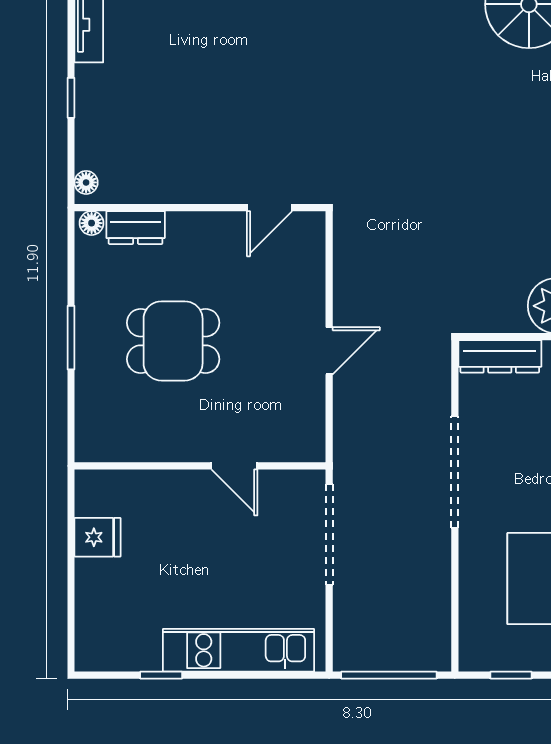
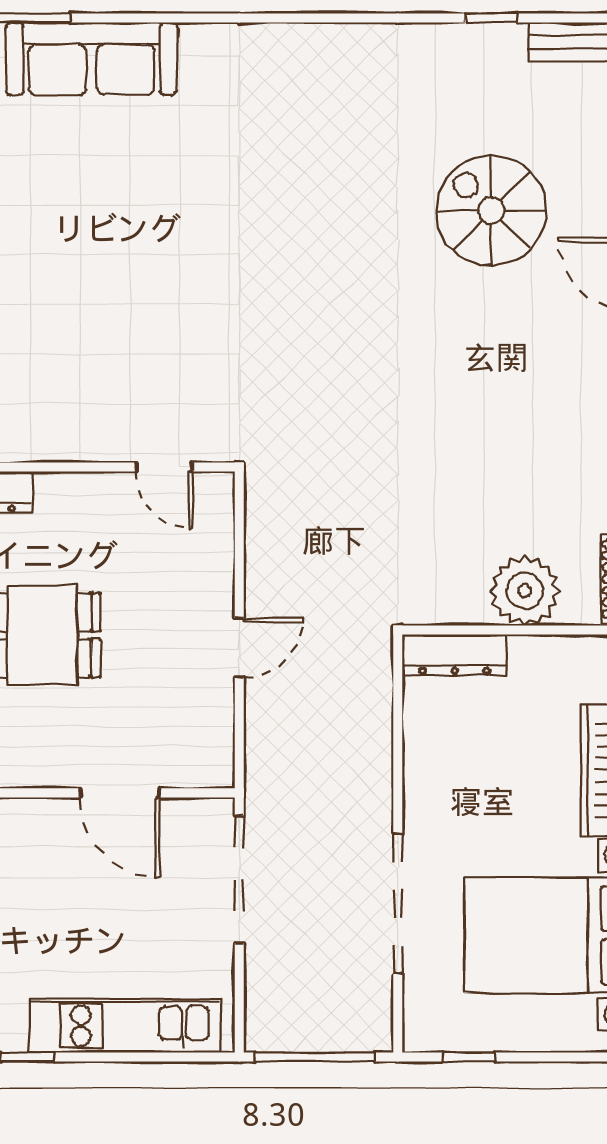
door: (270, 208) -> (164, 467), hinge flipped
door: (234, 466) -> (120, 793), width x1.38
doorway: (455, 472) -> (398, 903), moved

